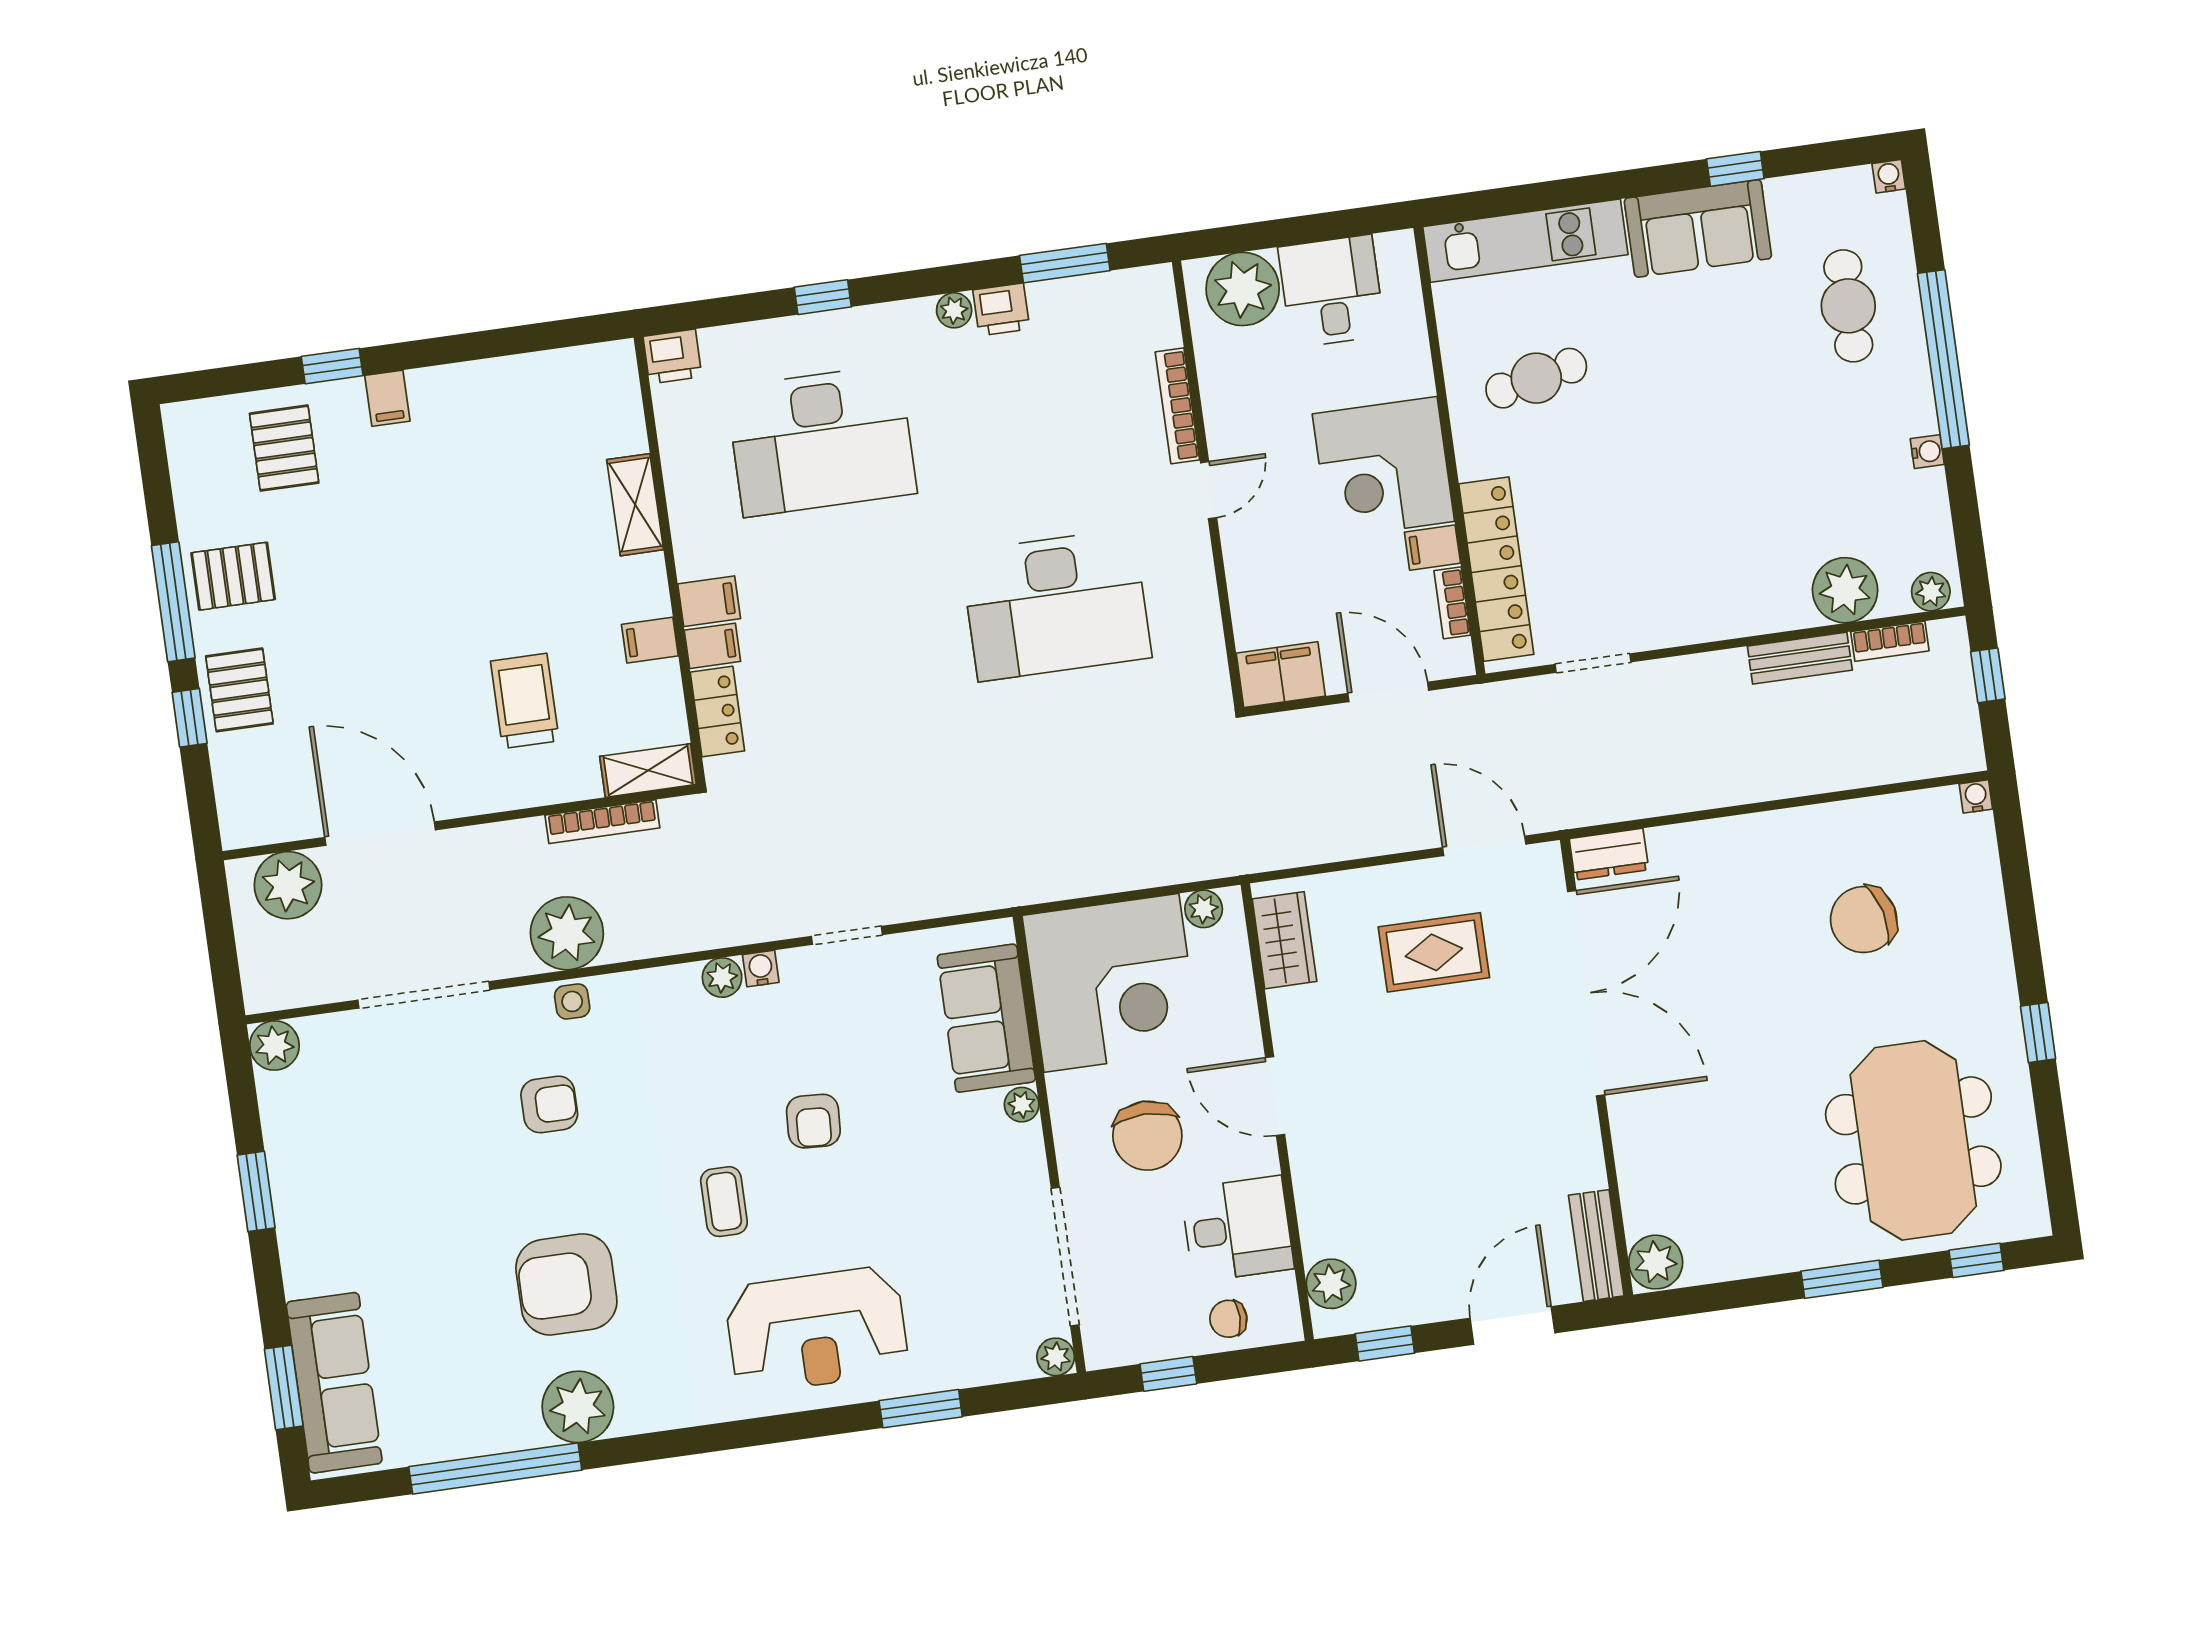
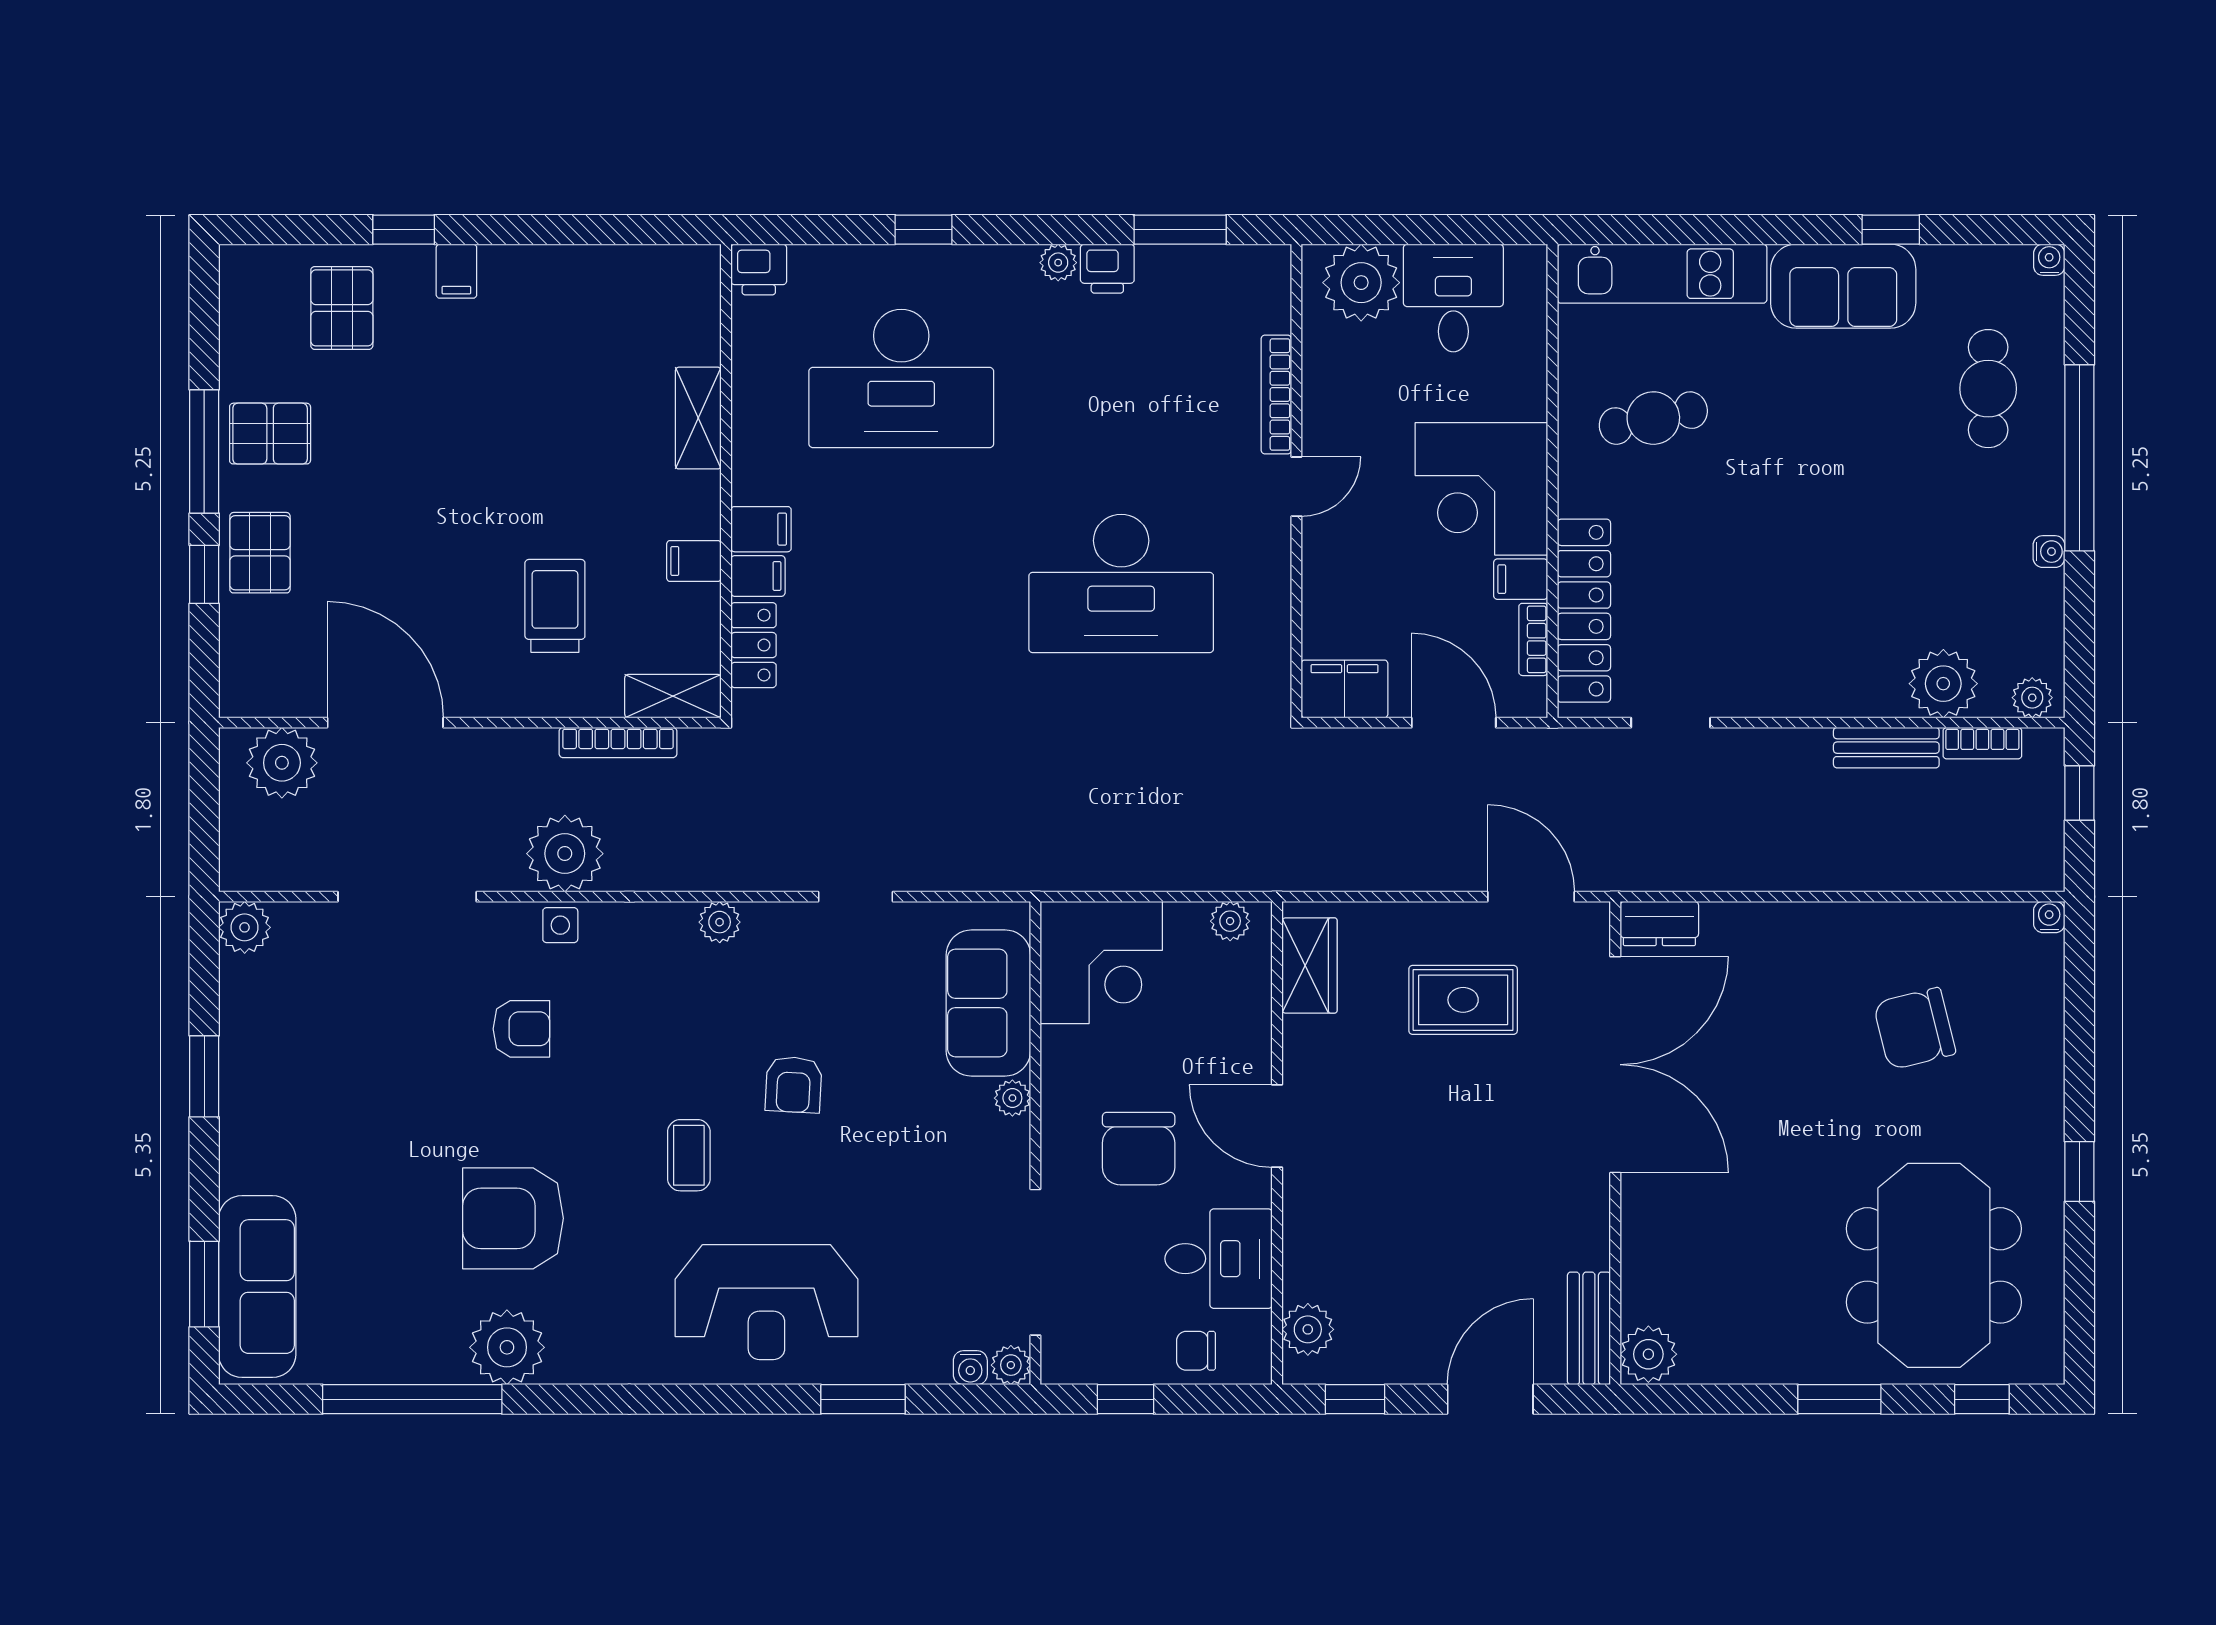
water cooler: (761, 969) -> (970, 1368), moved, turned 180
corner desk: (1111, 983) -> (1101, 963), width x0.74, depth x0.74

